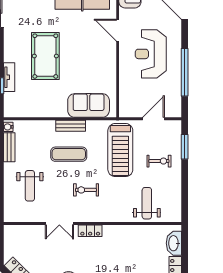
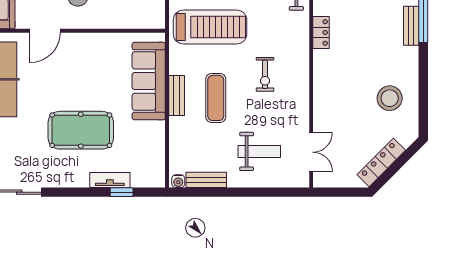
sofa: (89, 105) -> (149, 81), width x1.36
double door: (59, 223) -> (311, 152), moved
locker: (90, 231) -> (321, 32), moved

